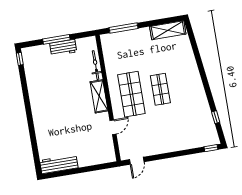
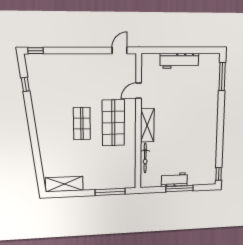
window: (36, 153) -> (222, 77), added
workbench: (59, 164) -> (179, 61), moved

